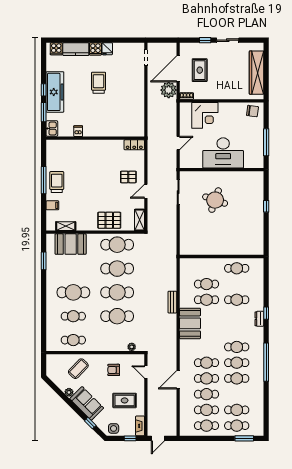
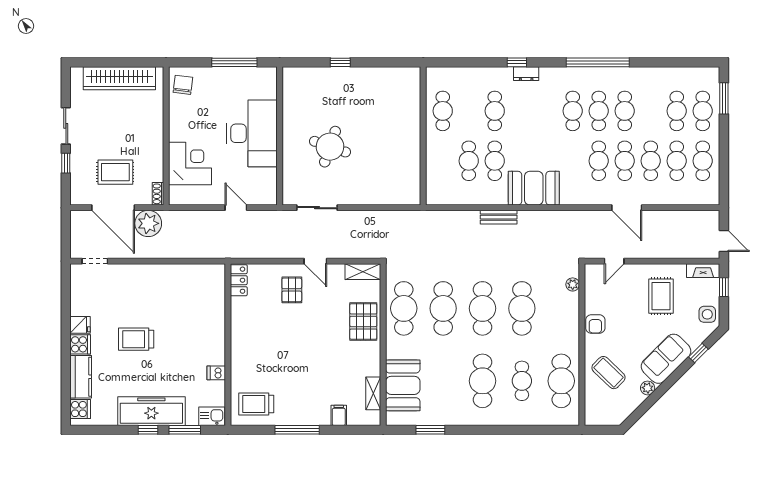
trolley: (57, 182) -> (256, 404), moved
cafe table: (73, 340) -> (561, 381), width x1.37, depth x1.35
armchair: (114, 370) -> (595, 324), moved

